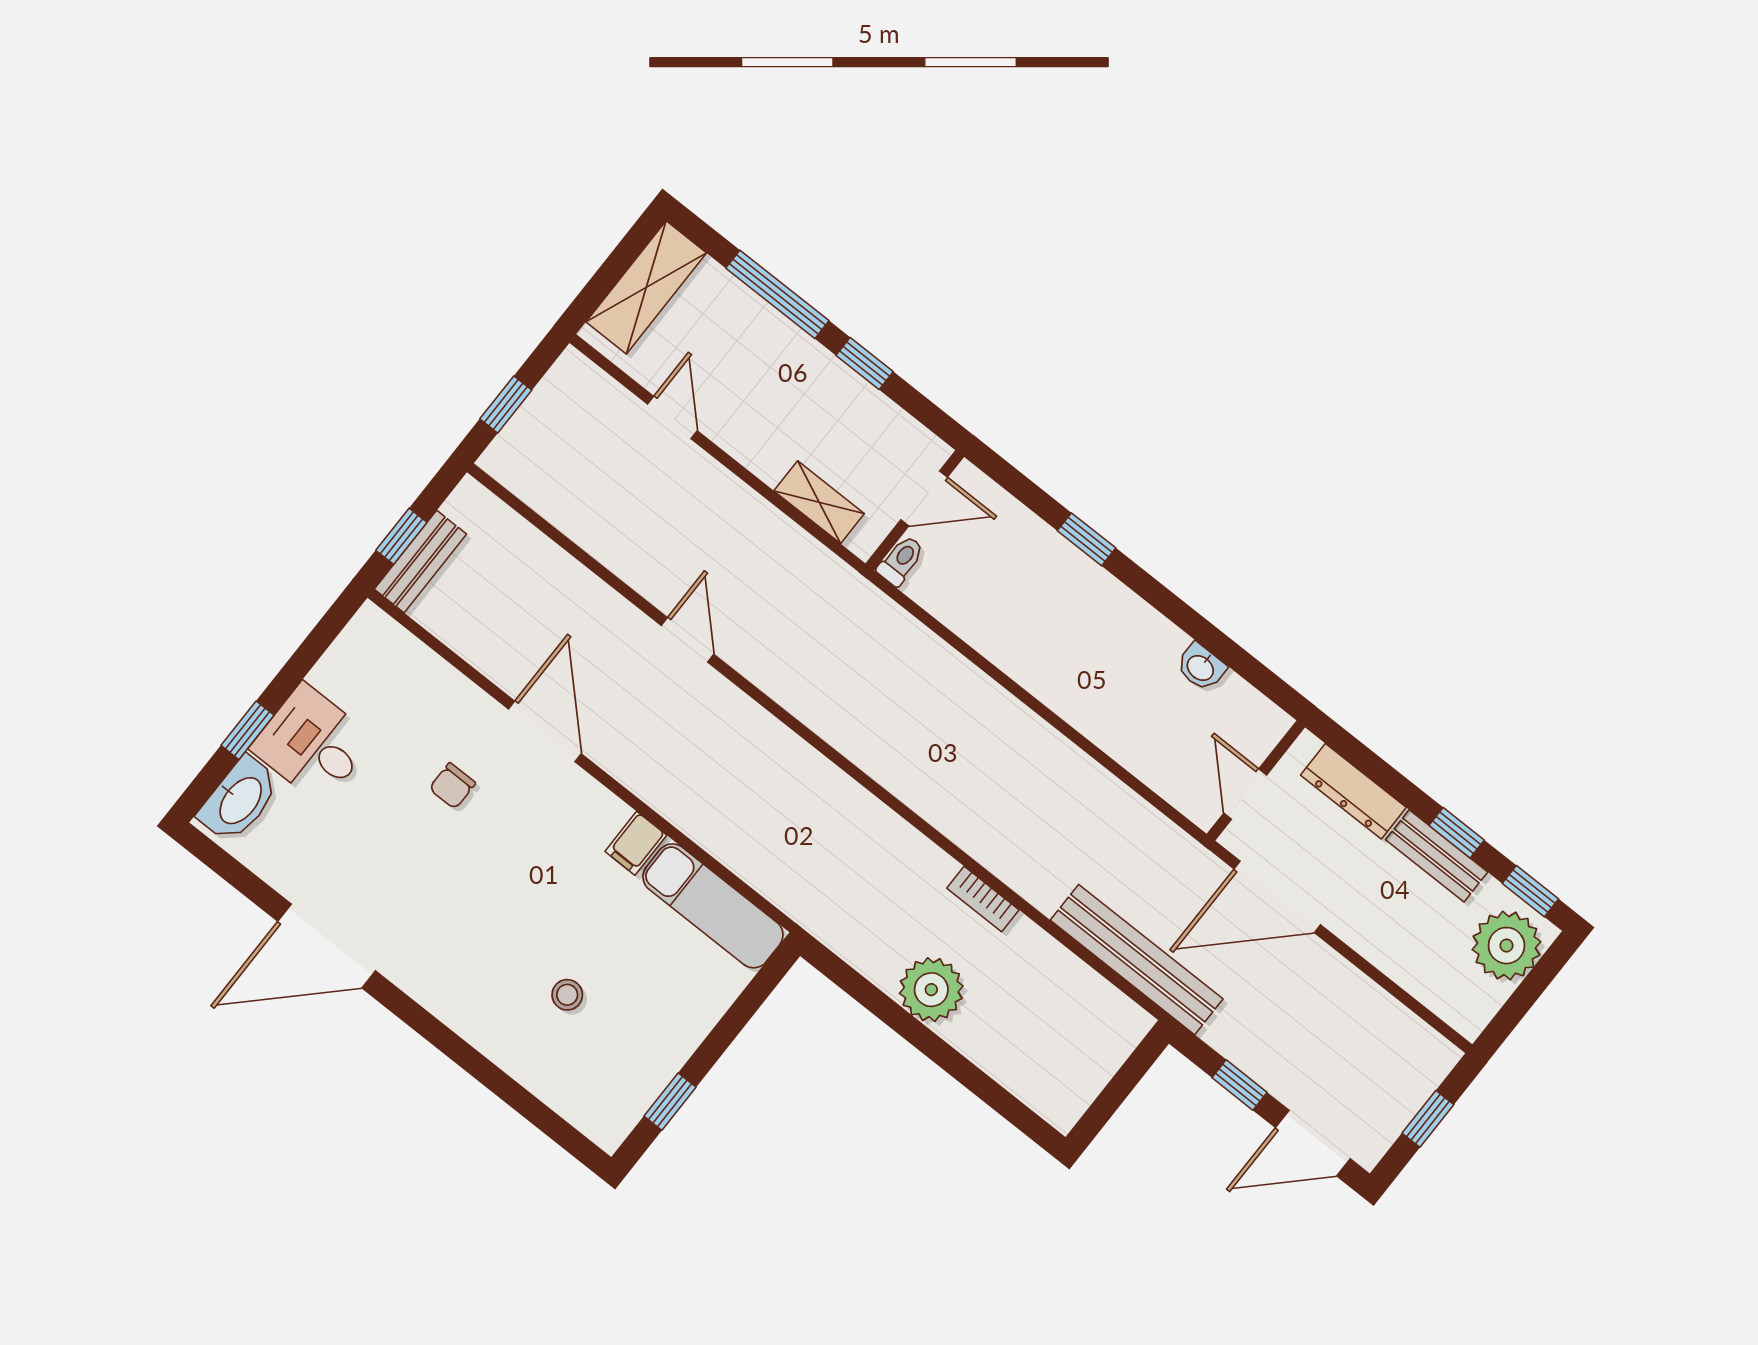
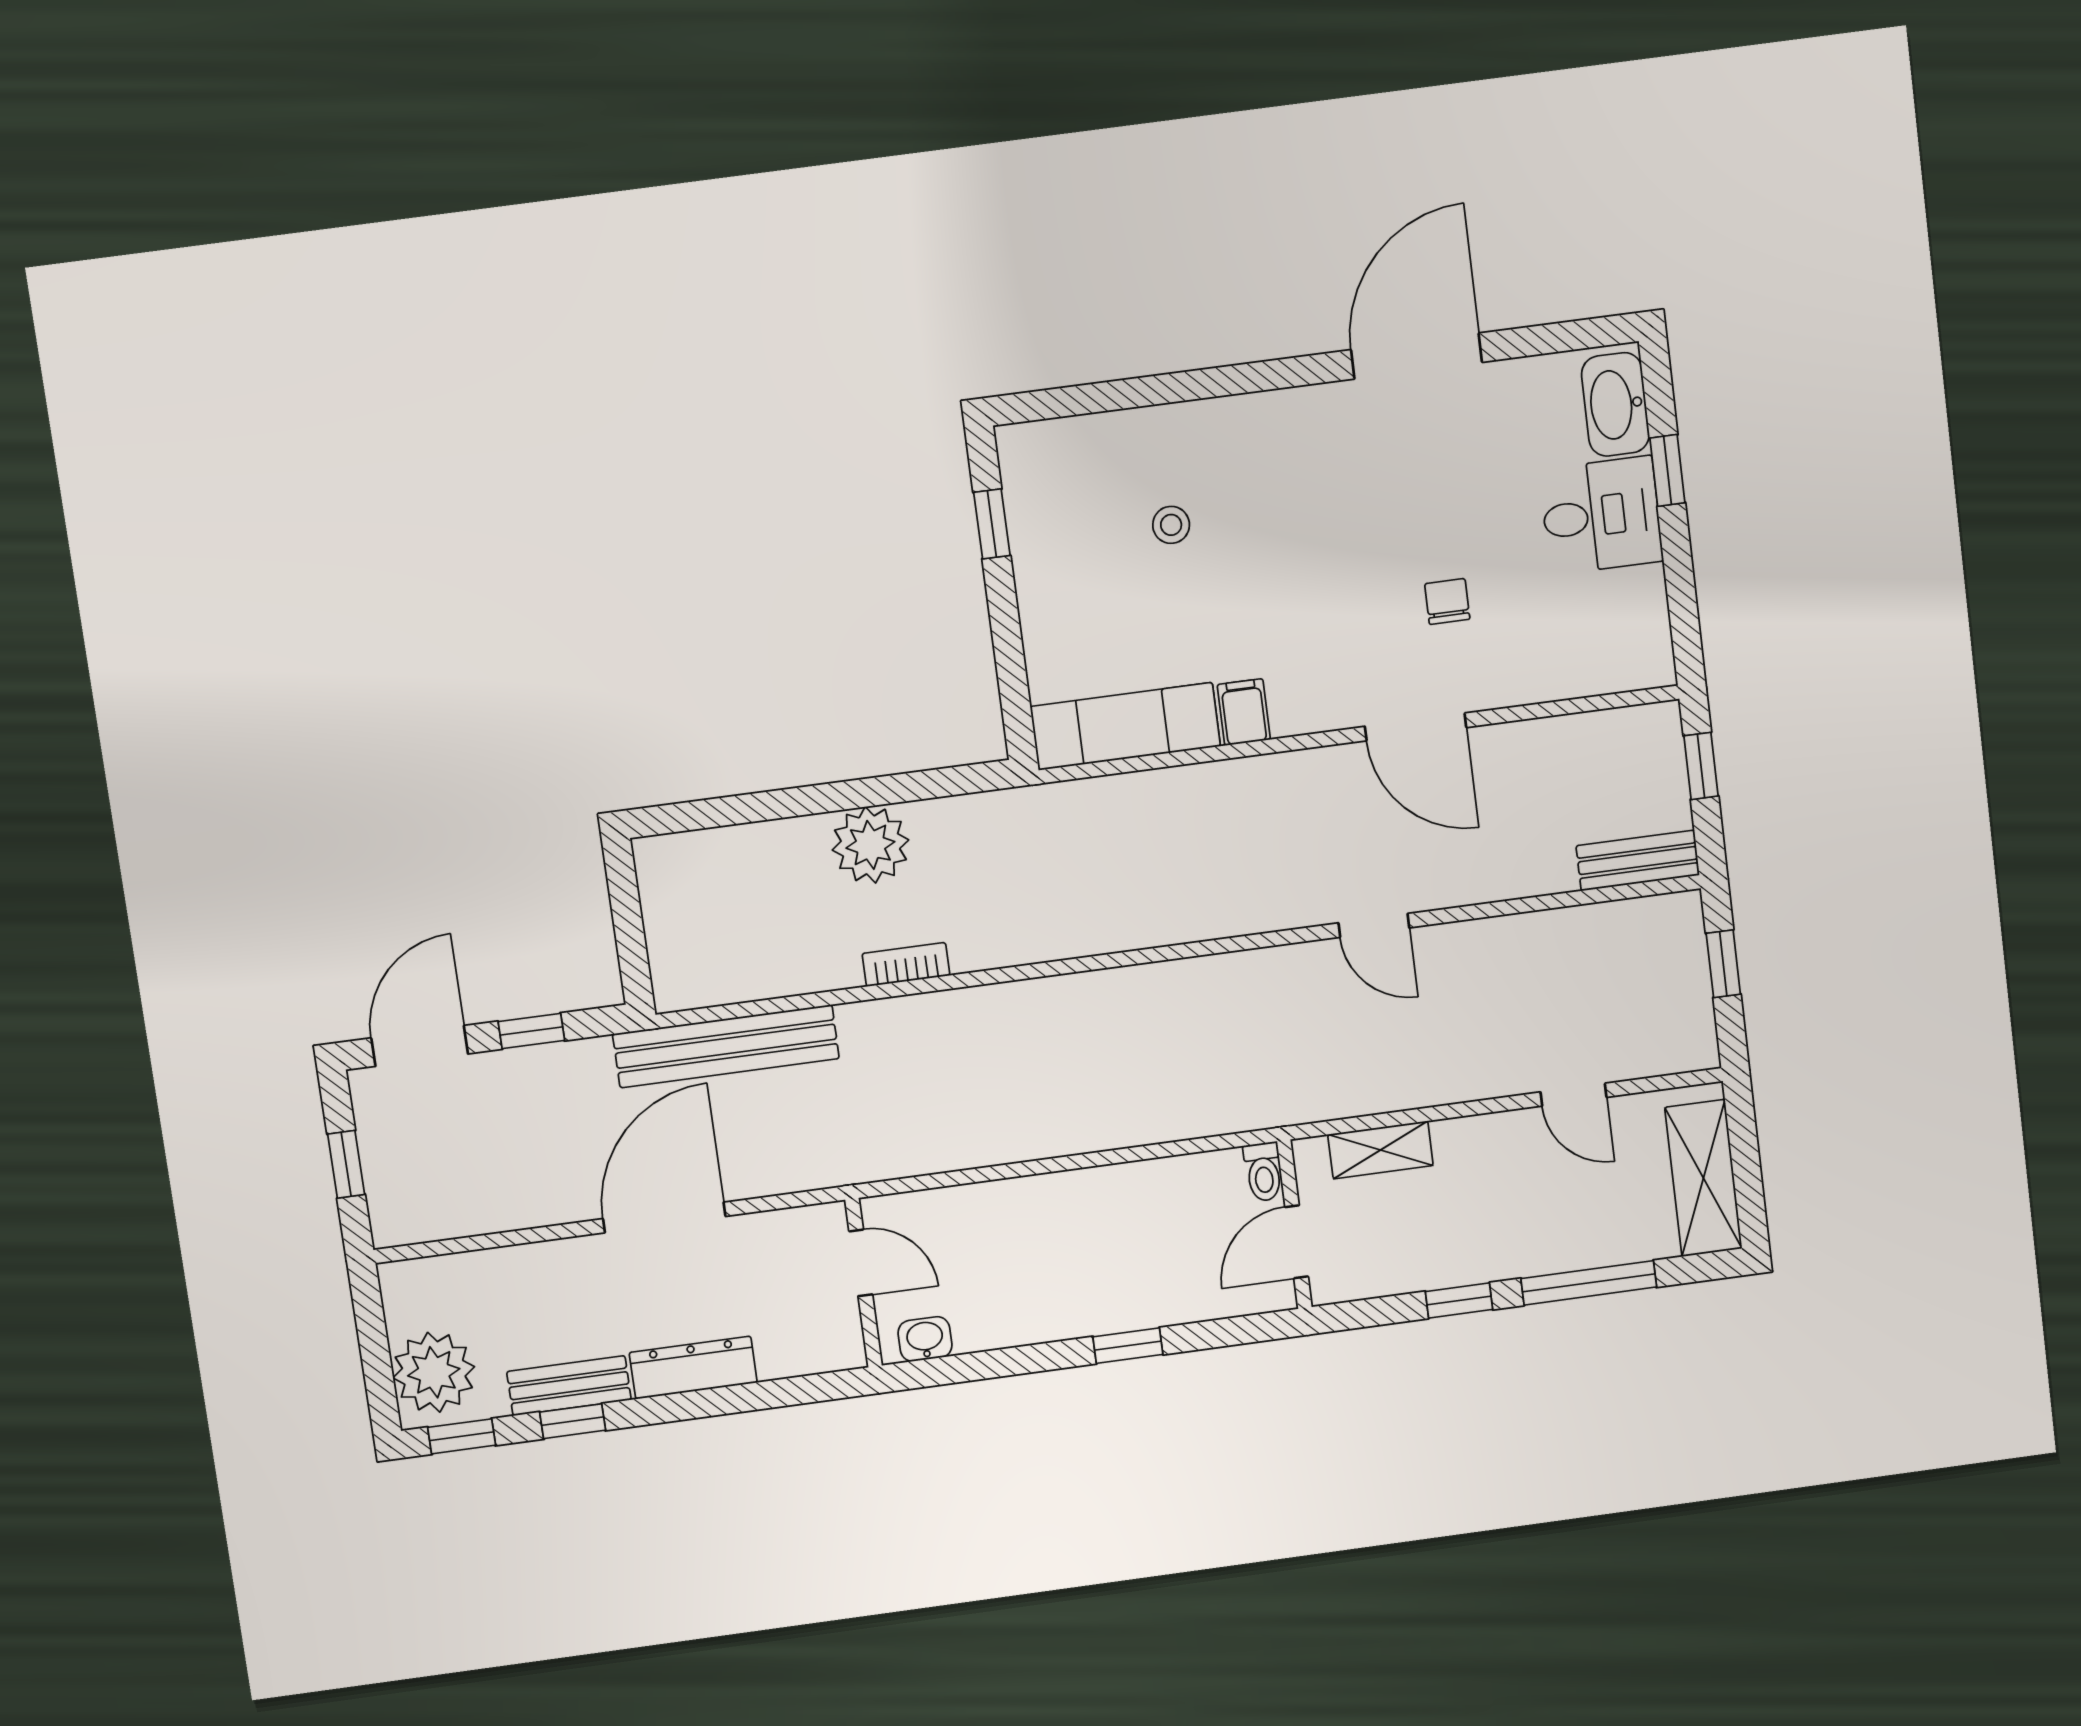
bench: (420, 562) -> (1638, 861), moved, turned 90
wall: (1256, 781) -> (864, 1283), moved
door: (1245, 794) -> (861, 1263), moved

